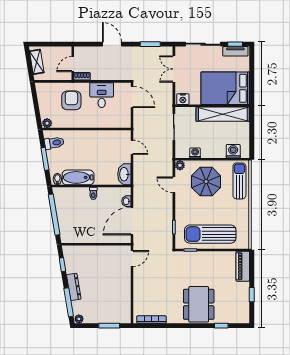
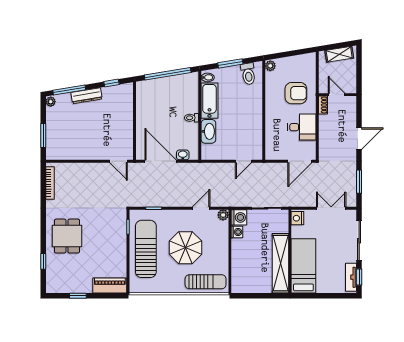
bed: (225, 88) -> (303, 266), width x0.67
washing machine: (233, 151) -> (239, 217), moved
washbasin: (124, 174) -> (208, 131), moved, turned 90
parasol: (206, 182) -> (185, 248), moved
dining table: (199, 304) -> (67, 236), width x0.73

